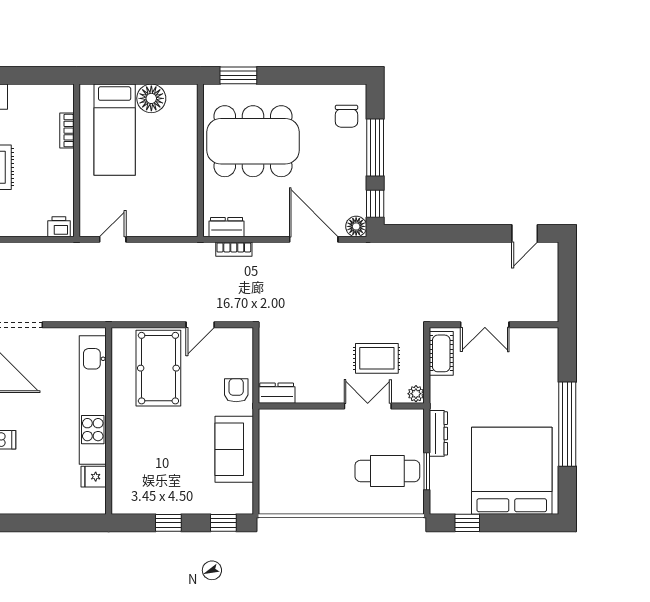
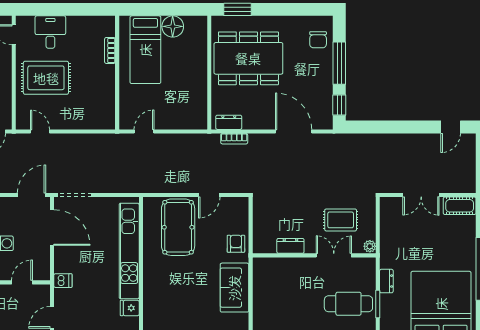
floor lamp: (356, 226) -> (325, 122), removed
printer: (59, 227) -> (104, 122), removed
cot: (441, 353) -> (460, 206), moved, turned 90
dresser: (277, 393) -> (290, 246), moved
dresser: (438, 433) -> (386, 281), width x0.70

